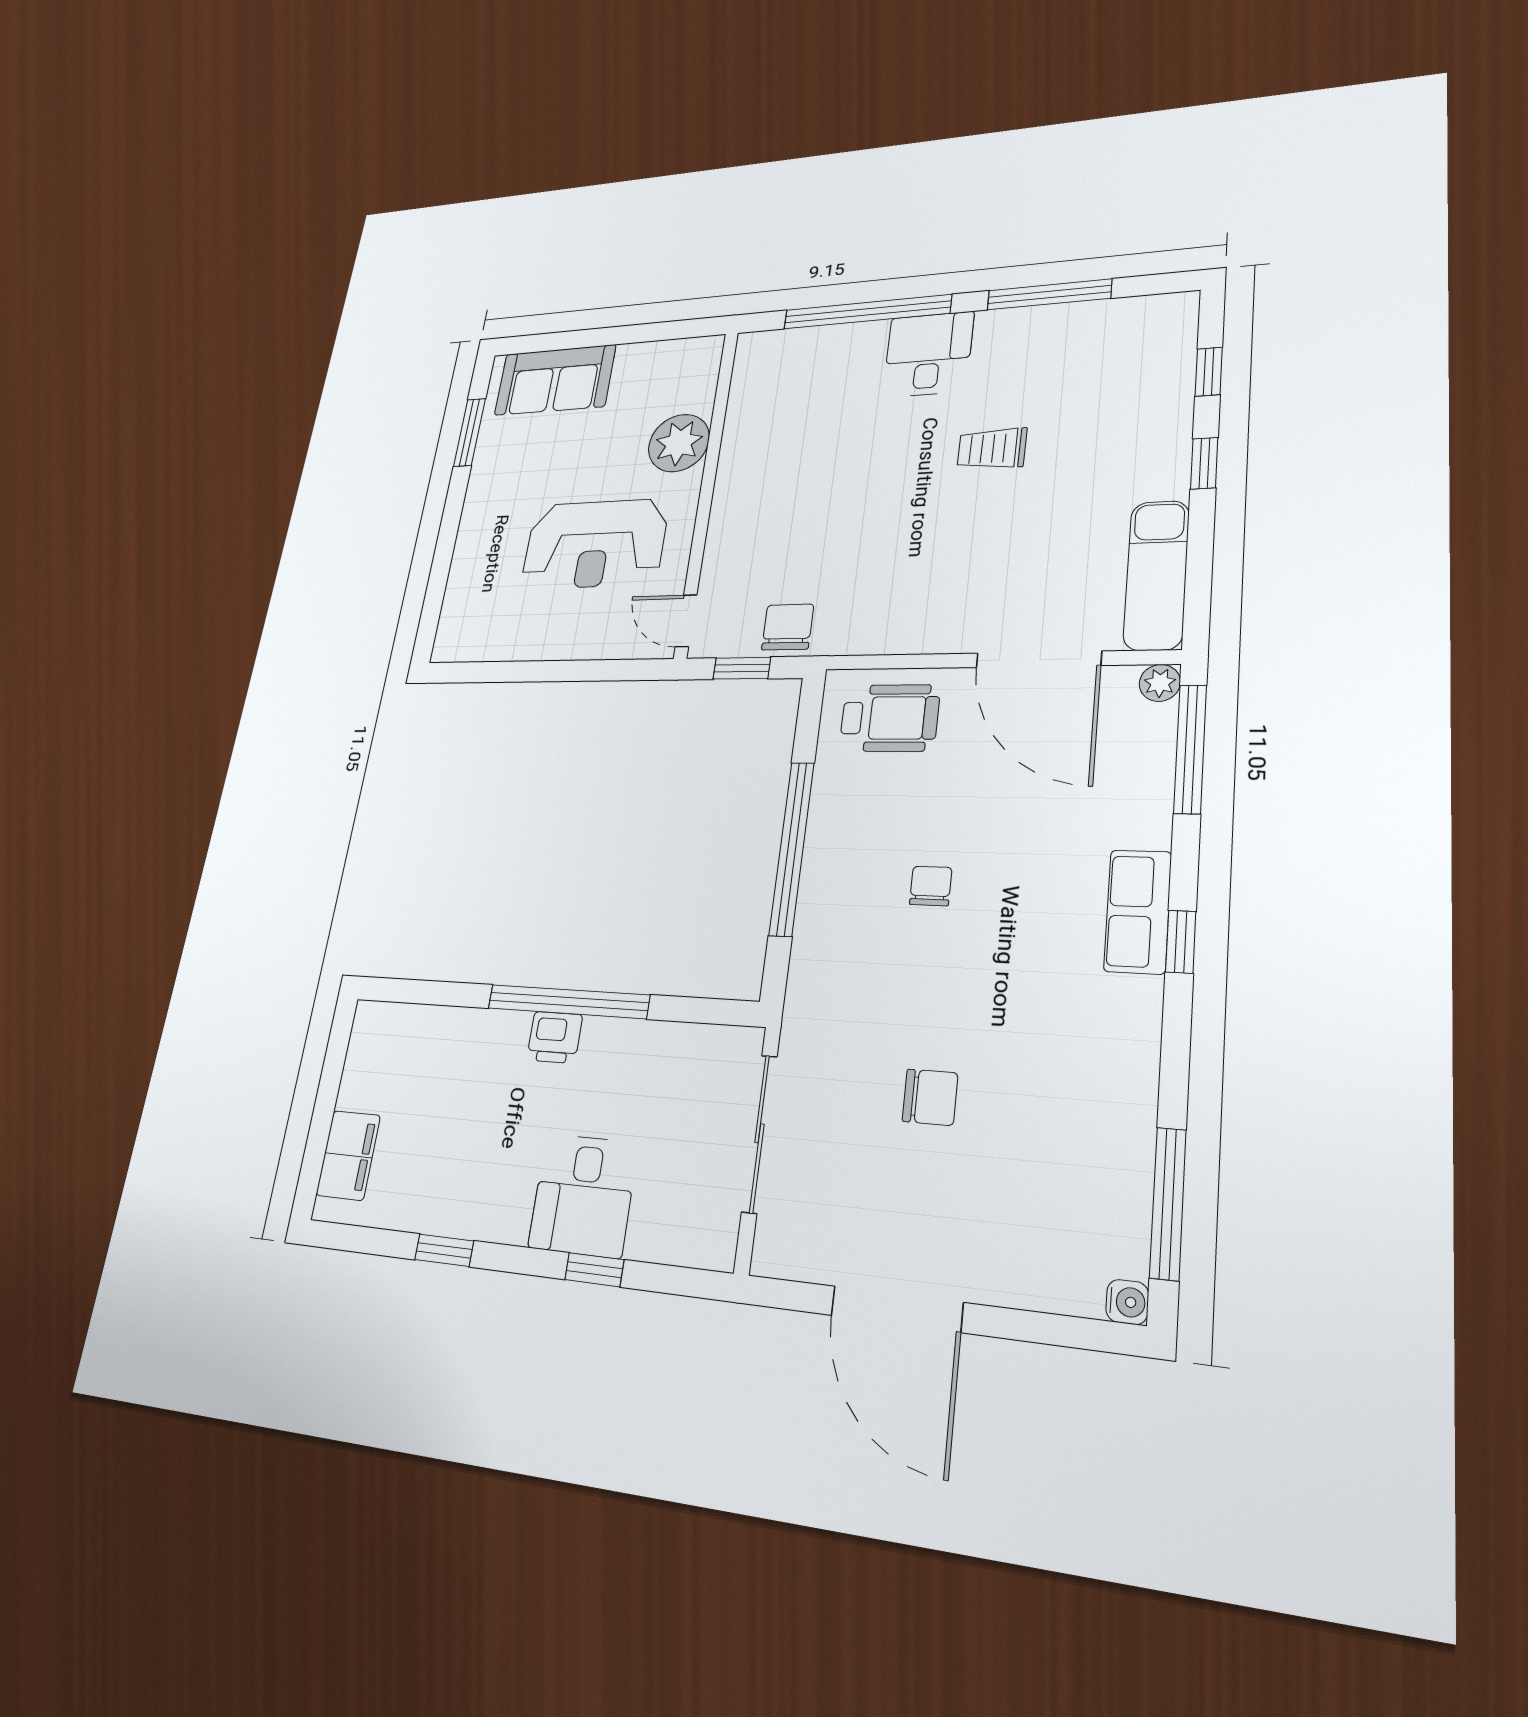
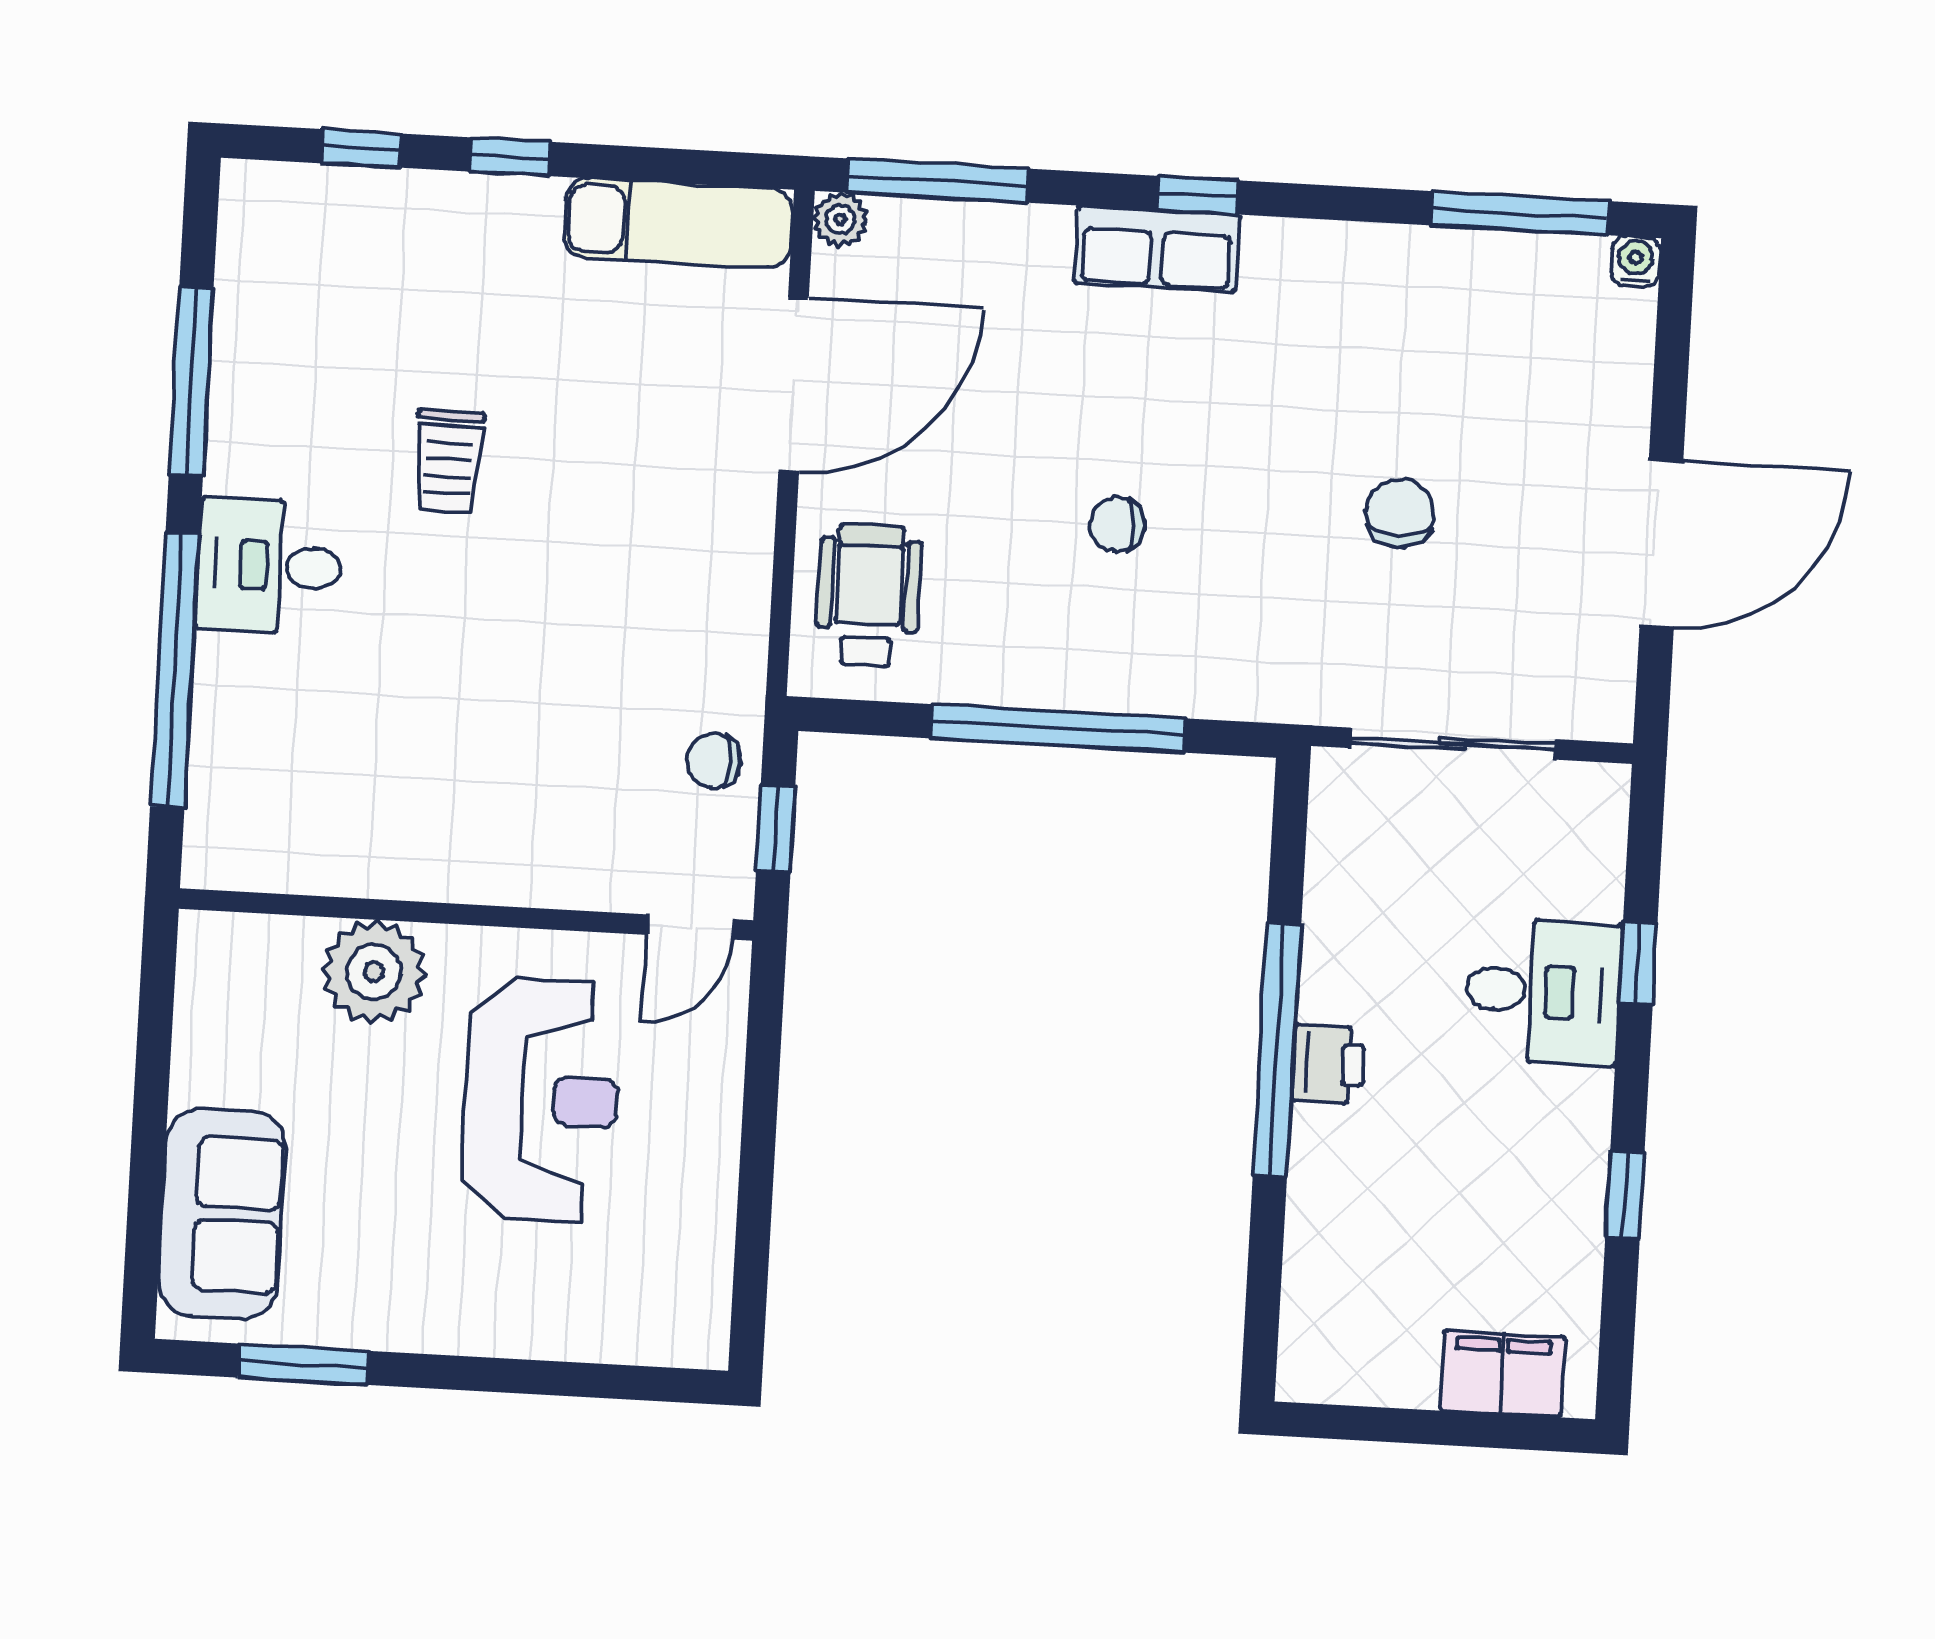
chair: (788, 627) -> (714, 761), width x0.73, depth x0.73

